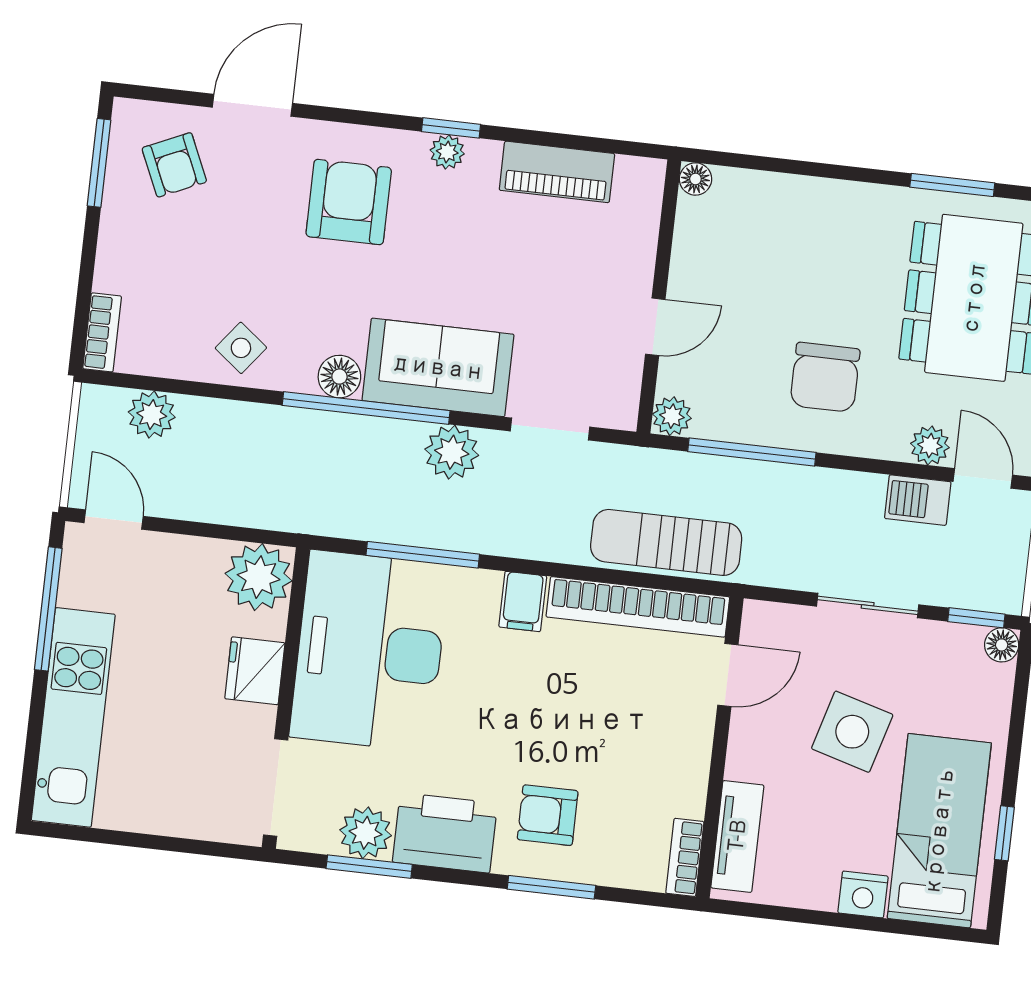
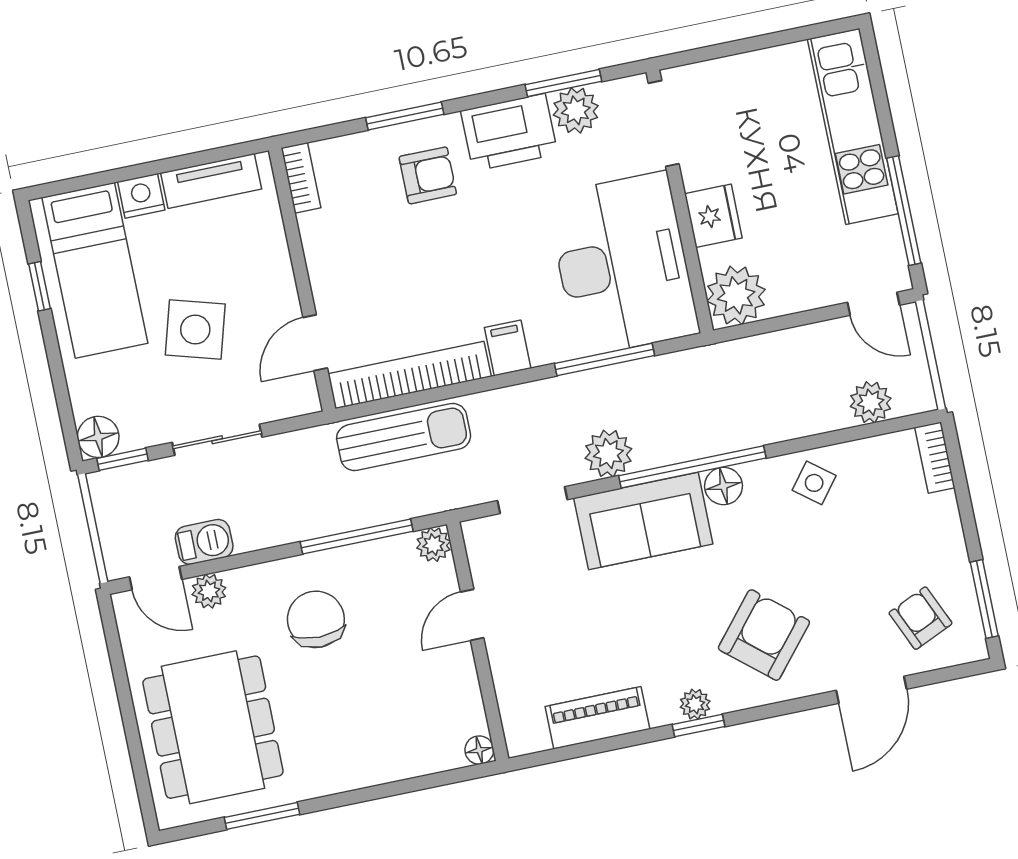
armchair: (349, 202) -> (764, 635), turned -140
floor lamp: (1002, 645) -> (98, 437), width x1.37, depth x1.37
tv unit: (737, 836) -> (211, 181), moved, turned -90

